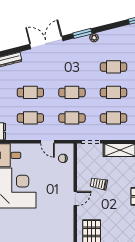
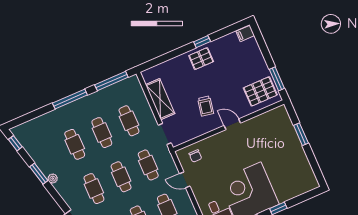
window: (82, 33) -> (39, 174), moved
cafe table: (72, 67) -> (94, 189), added
door: (48, 142) -> (185, 180), swing flipped

